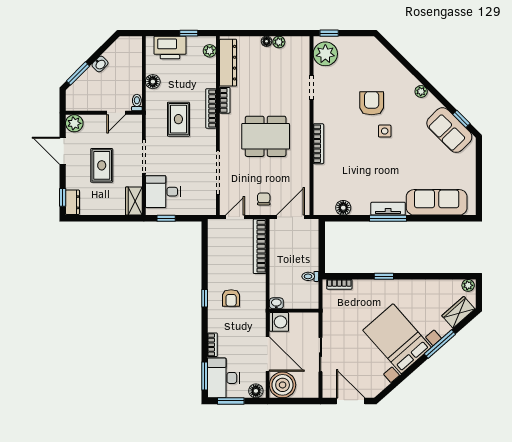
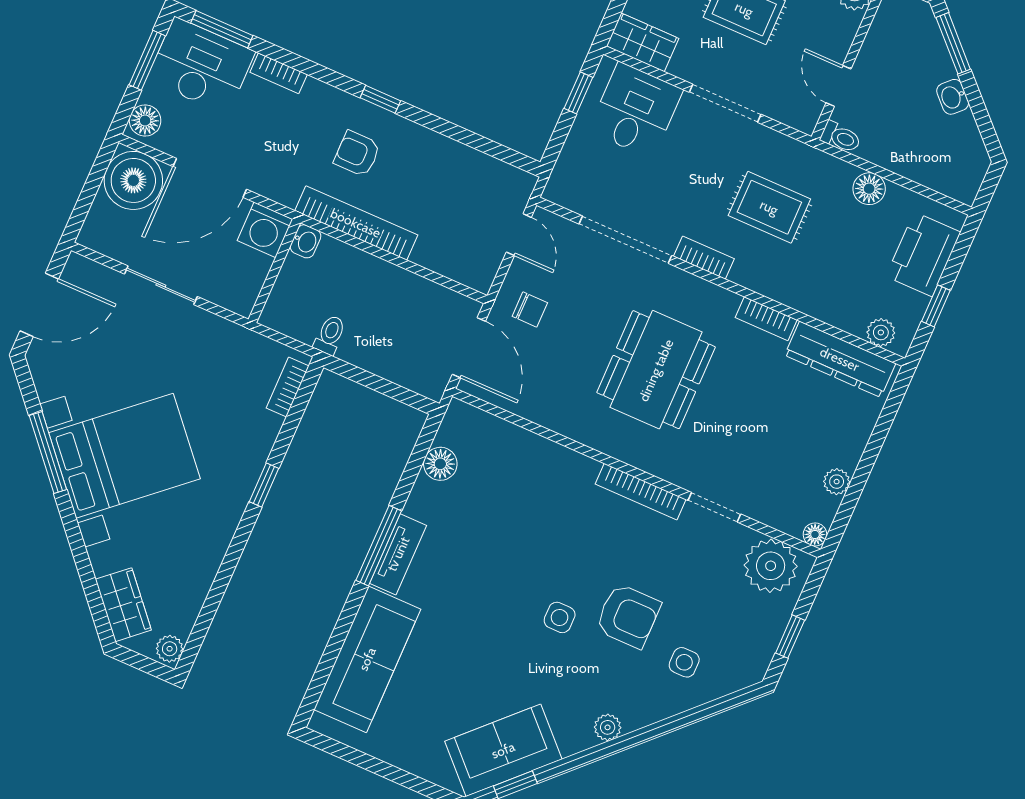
window: (329, 33) -> (790, 637), moved
floor lamp: (267, 41) -> (815, 534), moved
side table: (381, 72) -> (684, 662), added
bookcase: (211, 108) -> (704, 258), moved, width x0.64
bookcase: (318, 144) -> (641, 492), moved
bookcase: (260, 246) -> (356, 223), moved
window: (440, 344) -> (48, 453), moved

